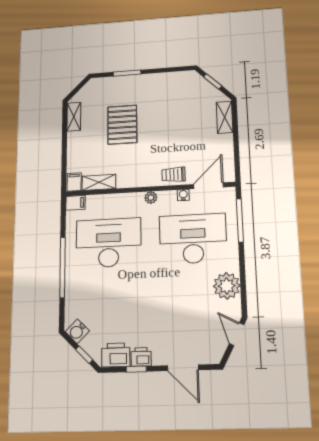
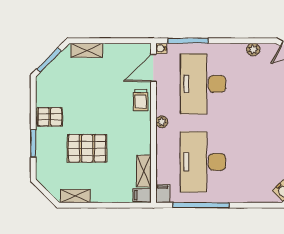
window: (213, 81) -> (49, 60), width x1.50
pallet: (154, 87) -> (50, 117), added
door: (208, 186) -> (153, 68), hinge flipped
water cooler: (183, 195) -> (161, 48), moved
window: (63, 267) -> (201, 205), moved
plant: (227, 286) -> (253, 49), width x0.53, depth x0.53

